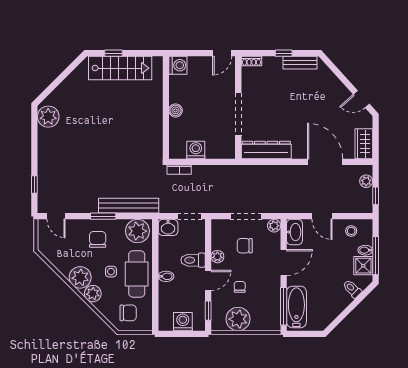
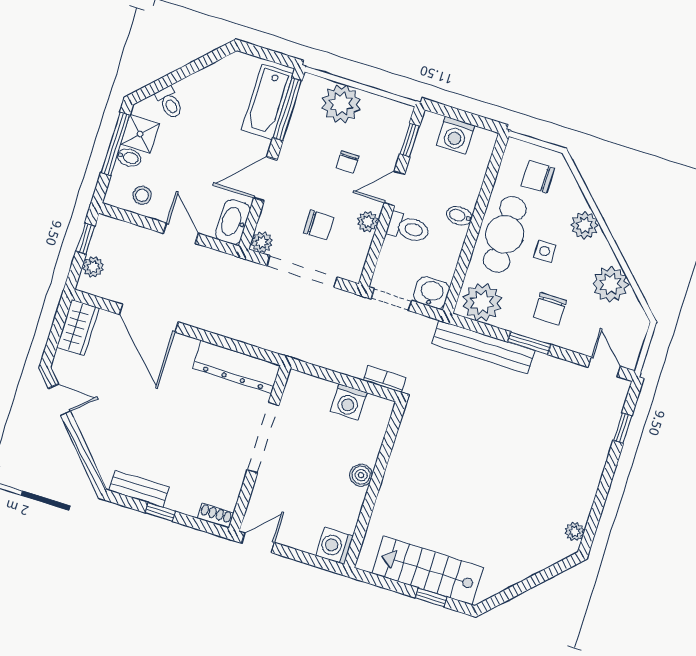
plant: (48, 117) -> (575, 532), width x0.53, depth x0.53
doorway: (246, 216) -> (302, 272), width x1.36
plant: (80, 277) -> (611, 284), moved
plant: (238, 319) -> (341, 104), moved

